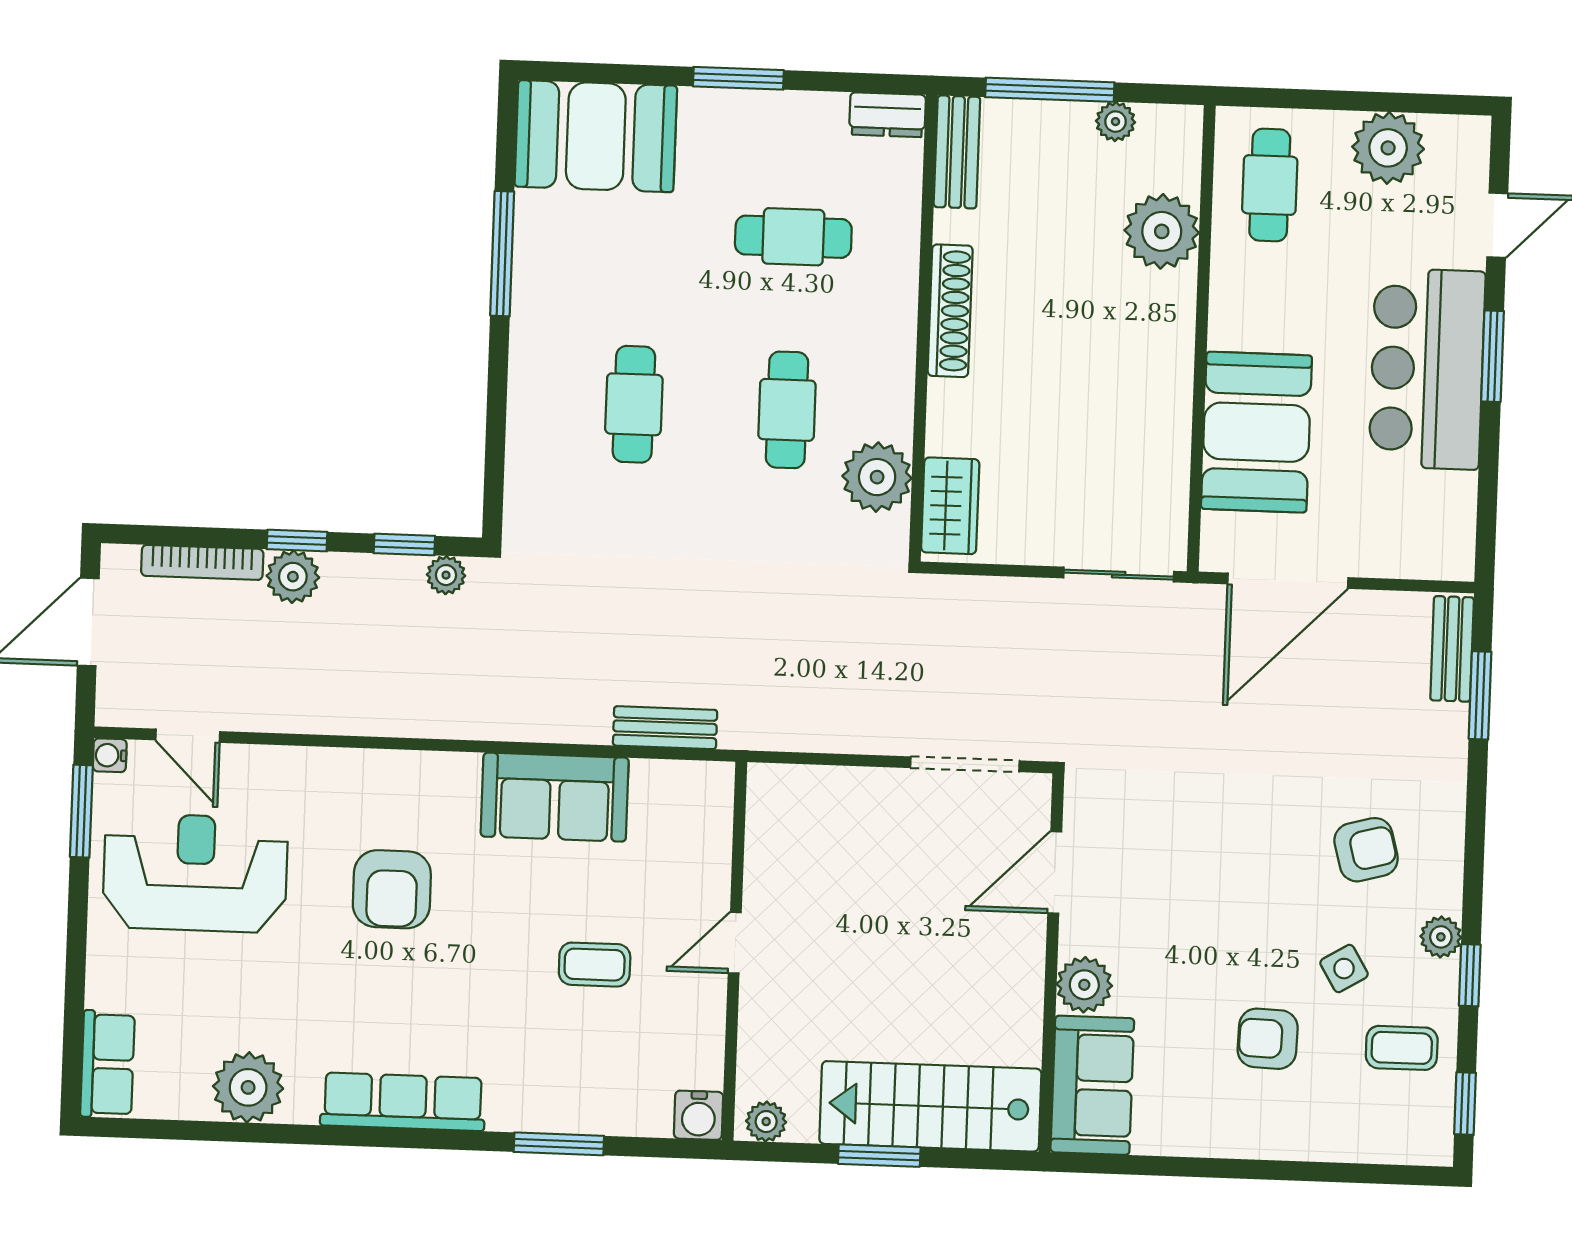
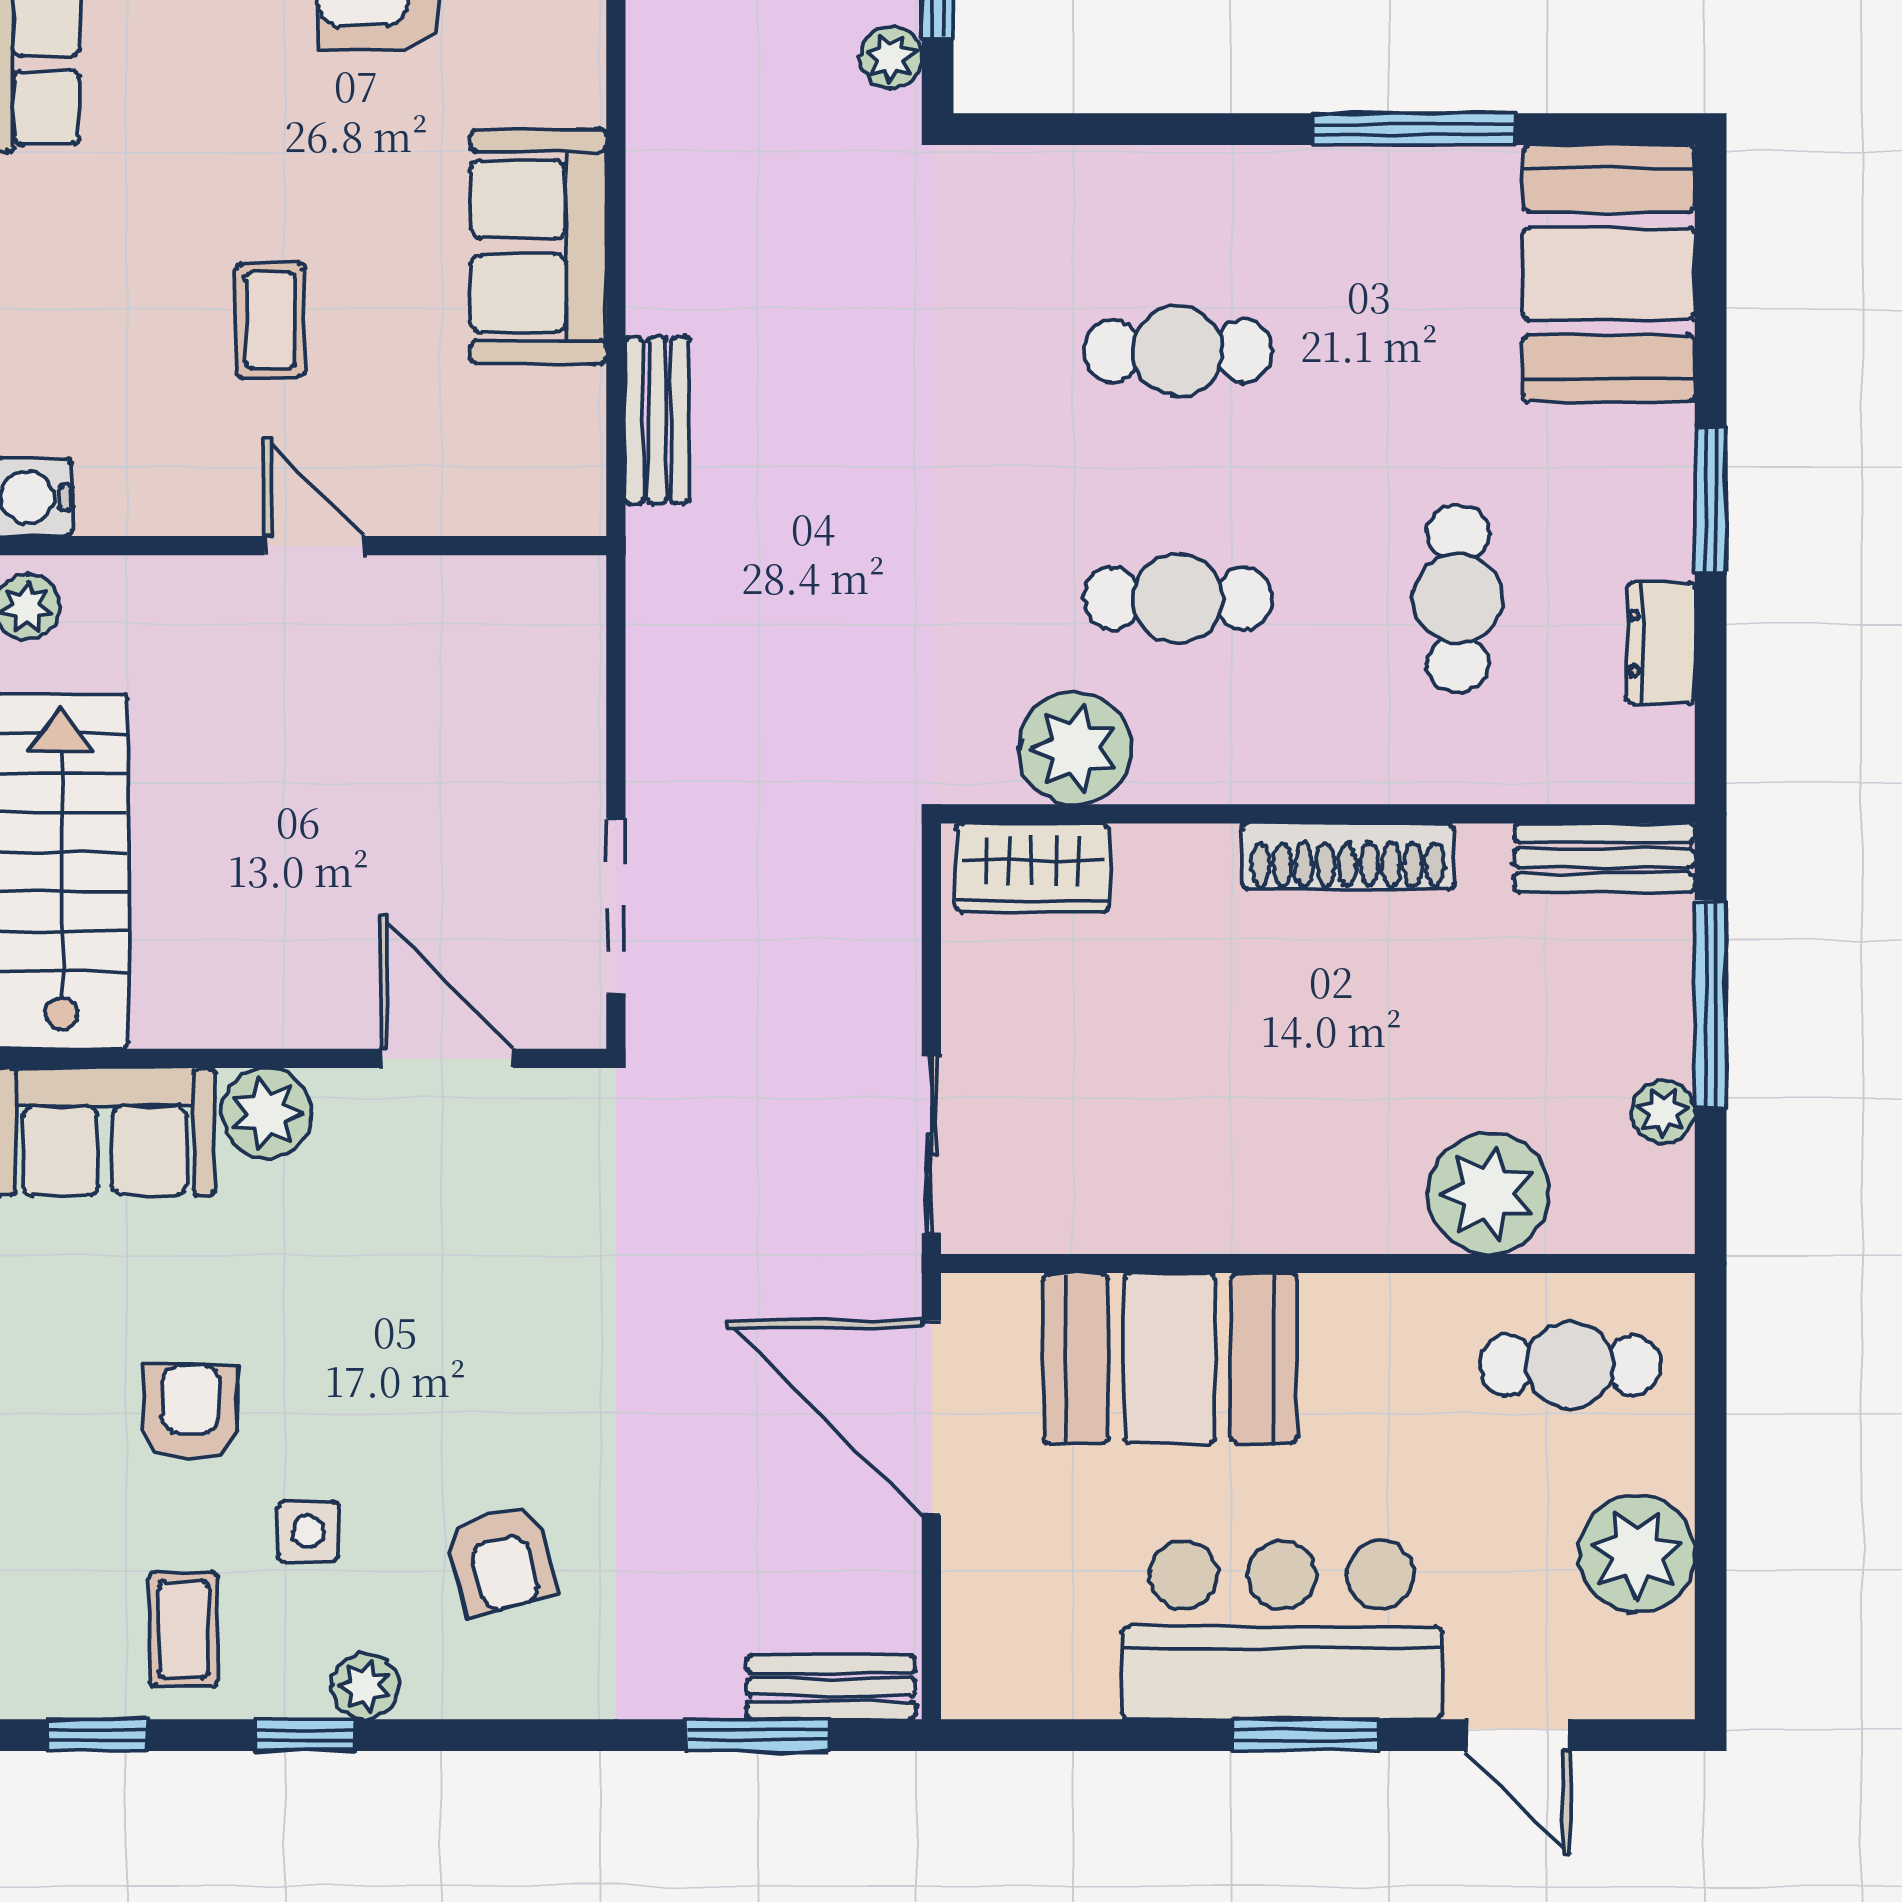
dresser: (887, 115) -> (1661, 643), moved
side table: (1344, 969) -> (308, 1532), turned 31

